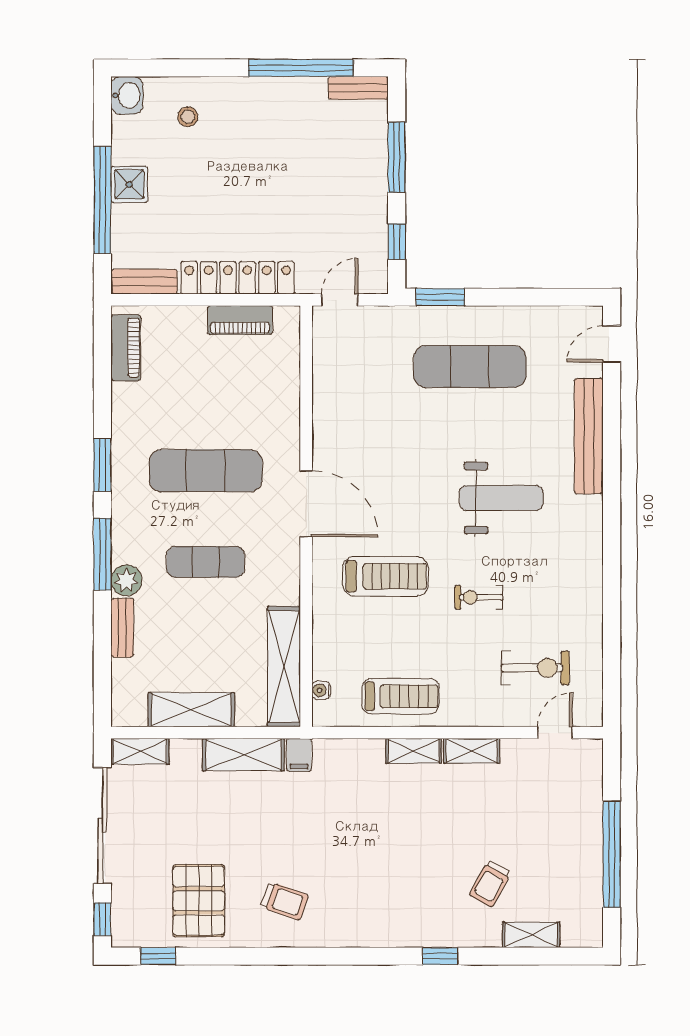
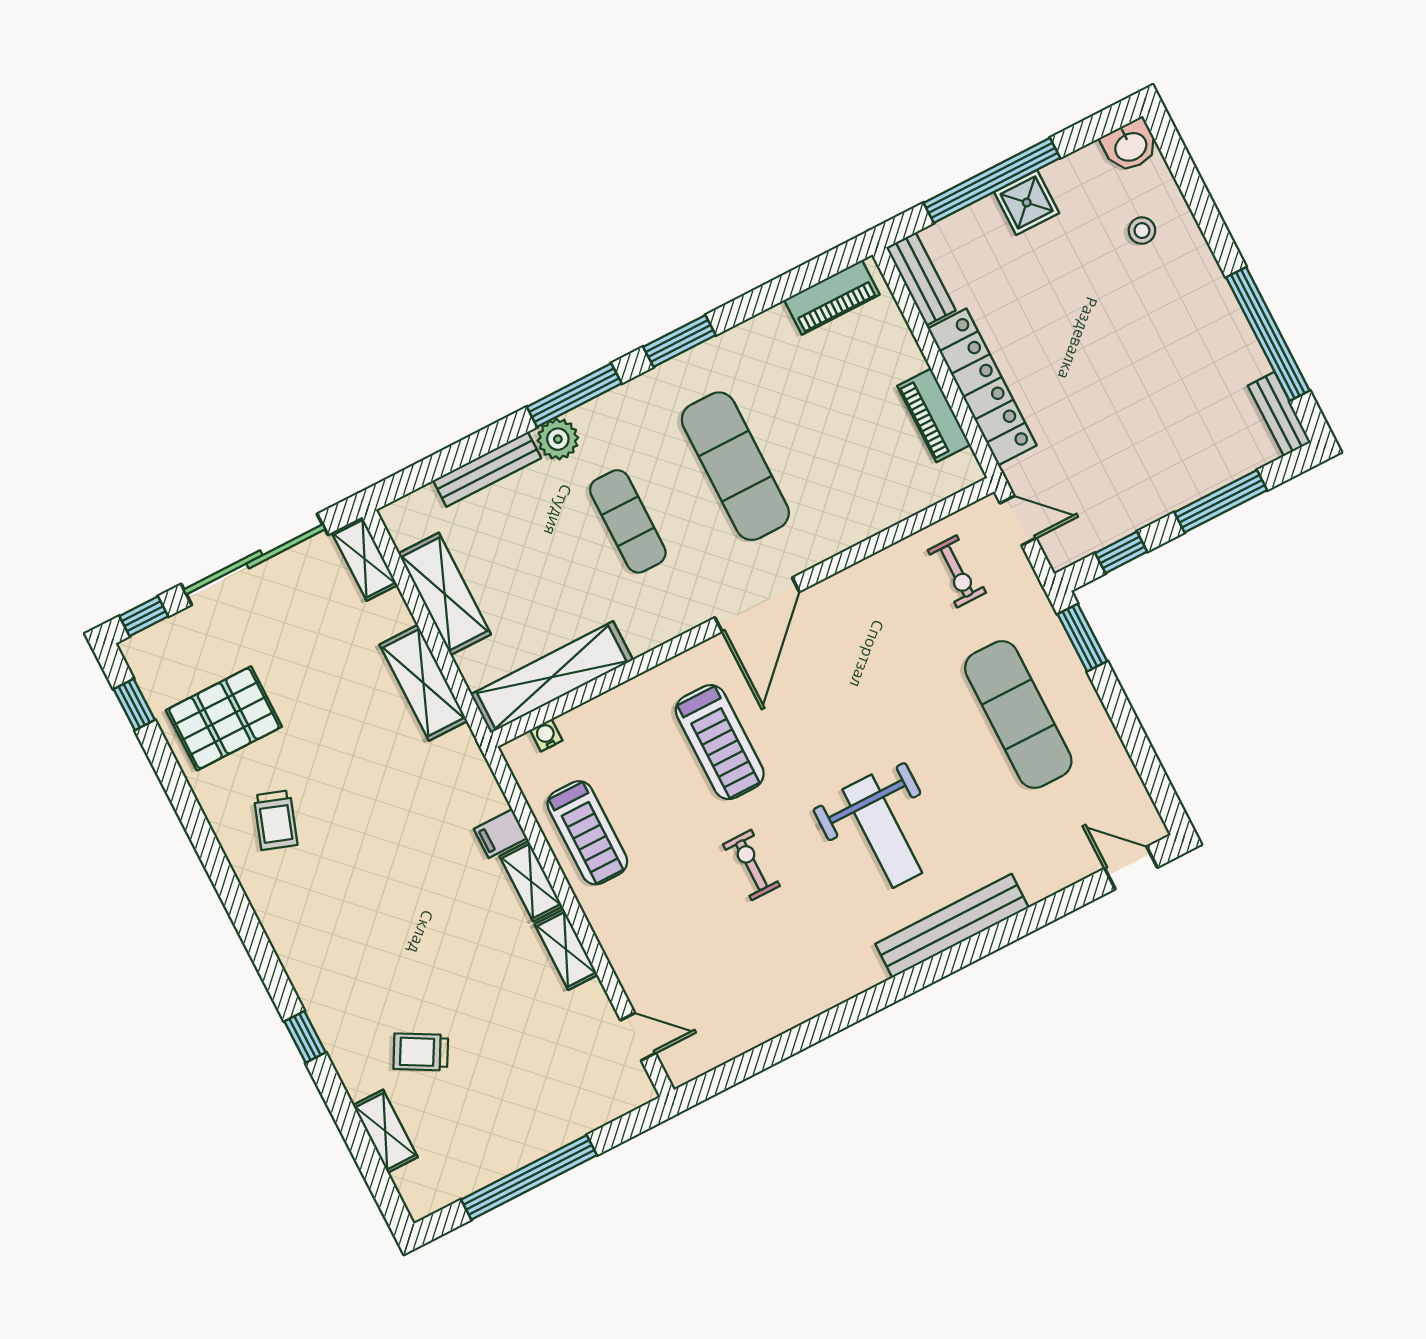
bench: (589, 436) -> (952, 926), moved
bench: (122, 628) -> (487, 469), width x1.36
exercise bike: (535, 668) -> (957, 571), moved, width x0.73, depth x0.72
filing cabinet: (299, 755) -> (501, 834), moved

